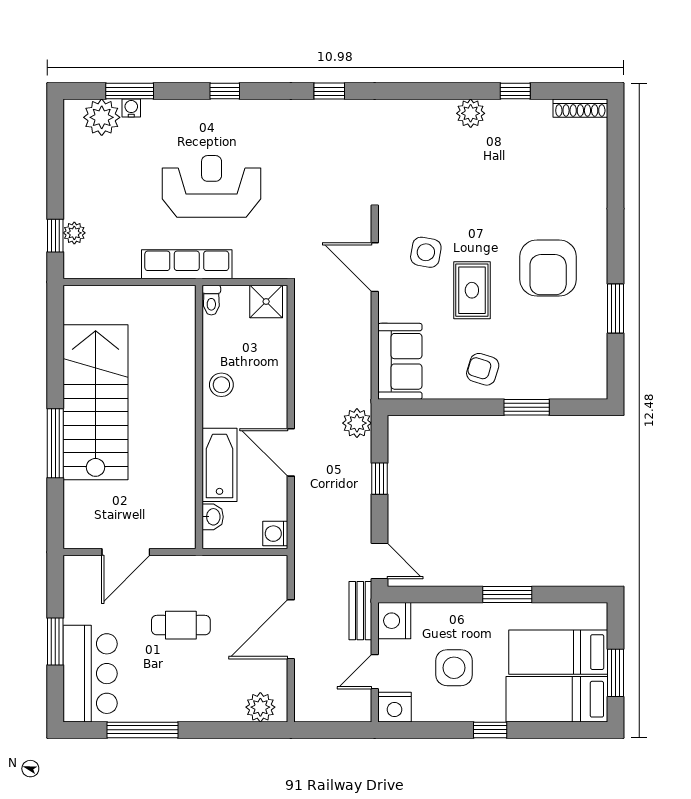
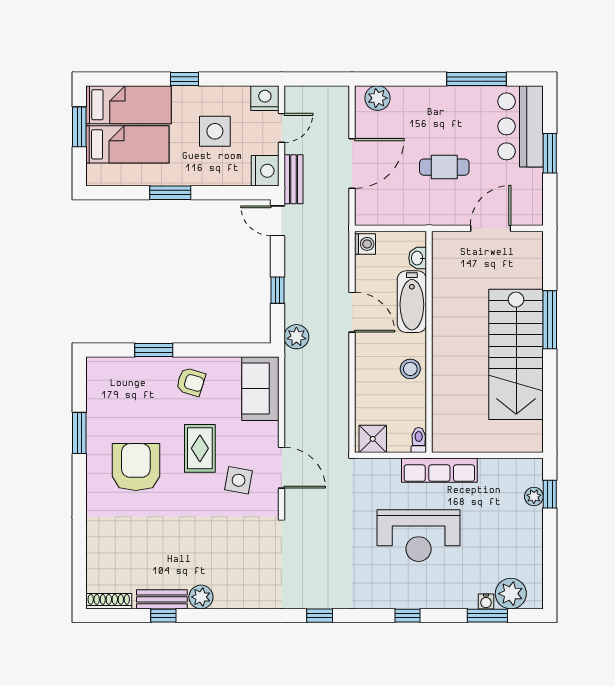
bench: (517, 110) -> (162, 599), added

